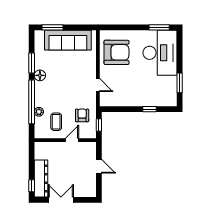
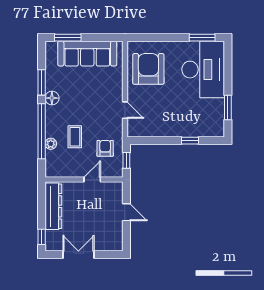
armchair: (116, 52) -> (148, 69), turned -90
coffee table: (56, 122) -> (75, 137), moved
dresser: (41, 178) -> (53, 206), moved

